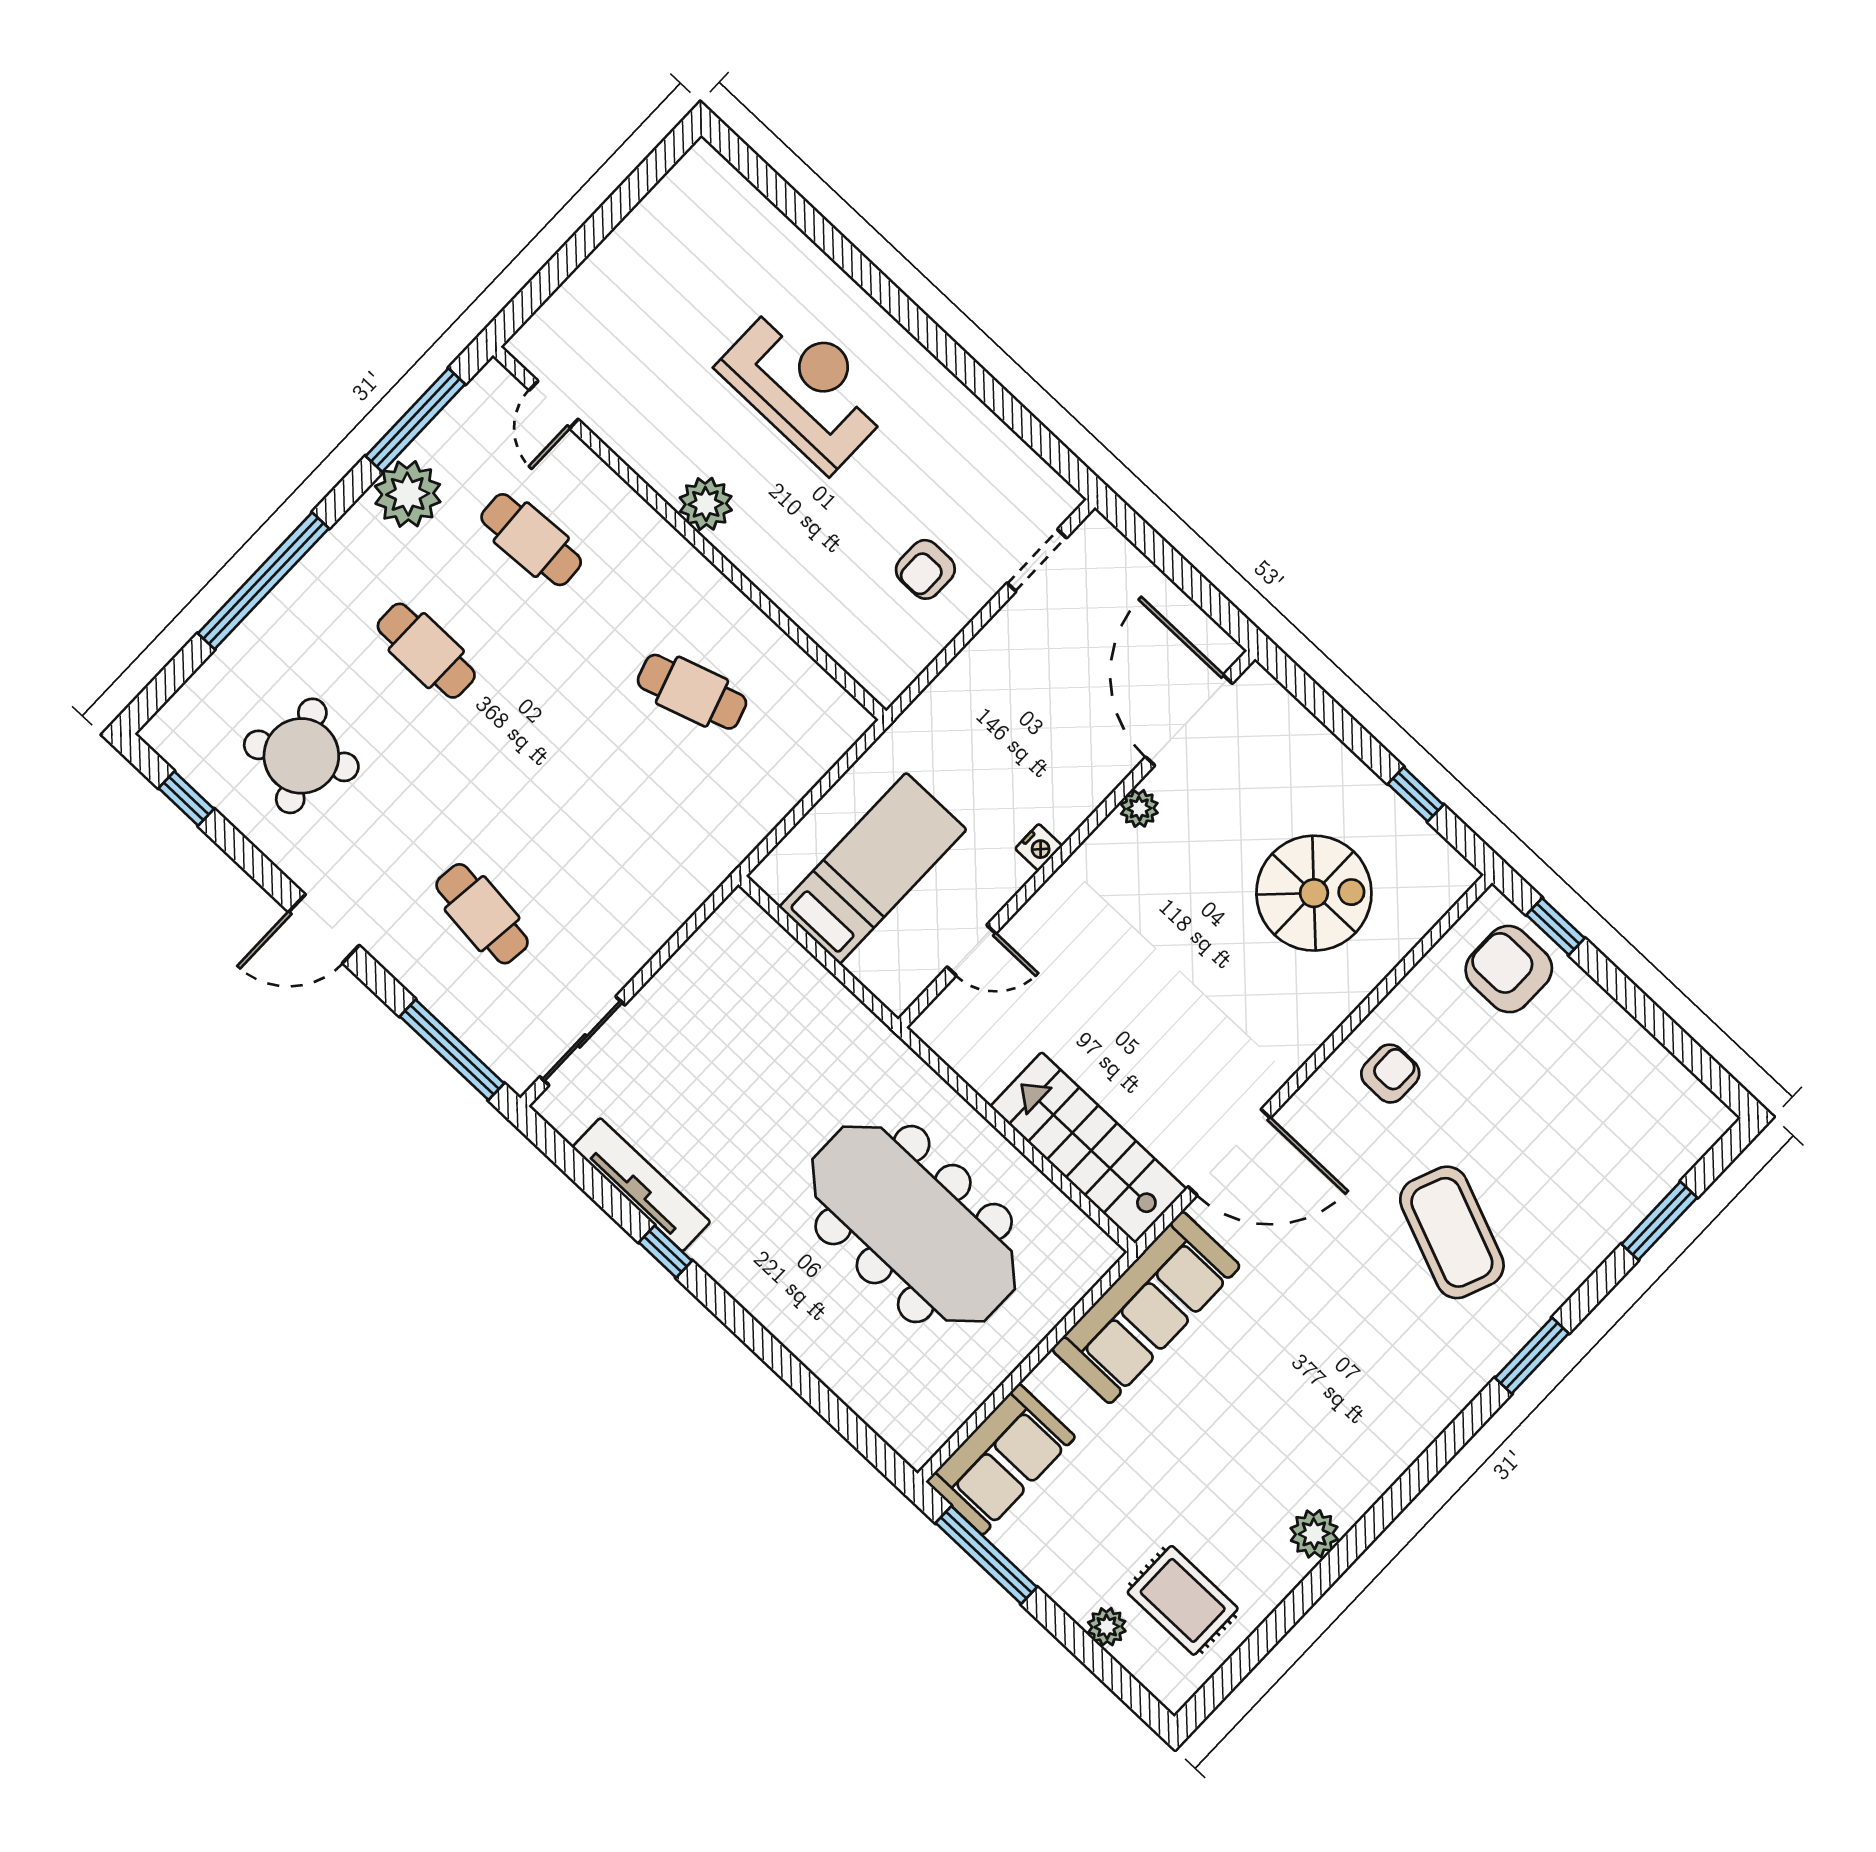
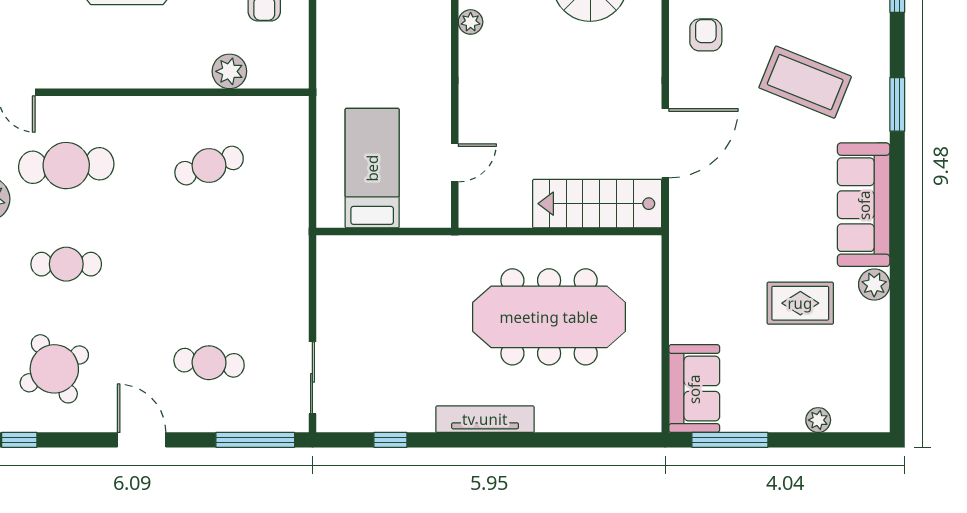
plant: (706, 504) -> (229, 71), moved
cafe table: (531, 540) -> (66, 166), width x1.37, depth x1.35
nightstand: (1039, 847) -> (441, 85), removed
door: (324, 929) -> (142, 440), swing flipped
tv unit: (641, 1185) -> (485, 419), moved
window: (665, 1252) -> (390, 440), moved
sofa: (1146, 1308) -> (864, 205), moved, turned 180
rug: (1183, 1600) -> (800, 303), moved

